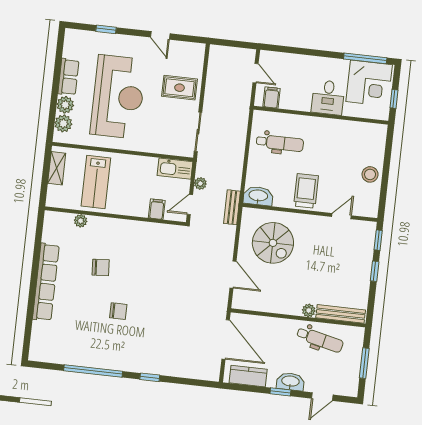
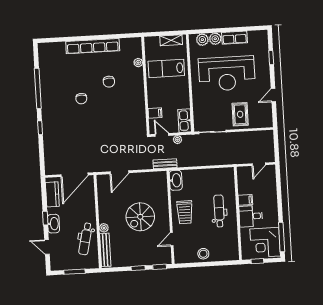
filing cabinet: (272, 98) -> (245, 200), moved
dental chair: (280, 143) -> (219, 211), moved, turned 180
trolley: (306, 191) -> (185, 212), turned 90
door: (342, 216) -> (172, 239), swing flipped
spiral stairs: (273, 243) -> (140, 217), moved

